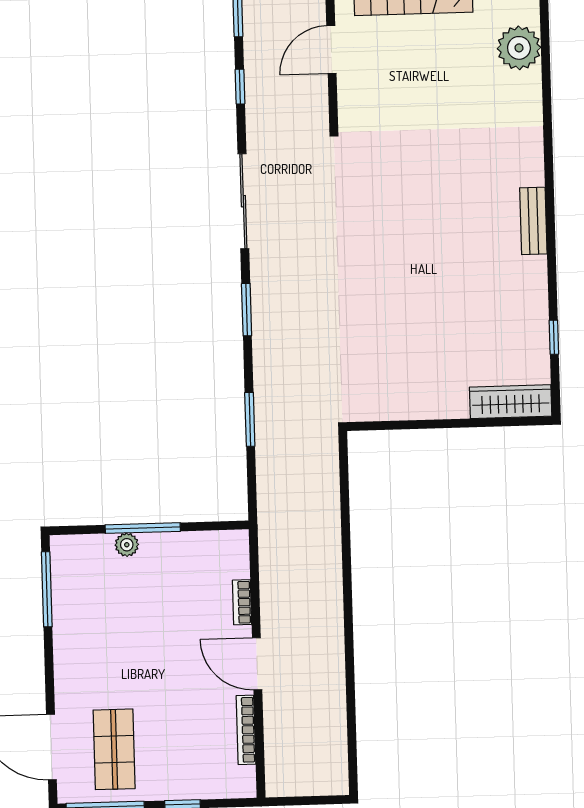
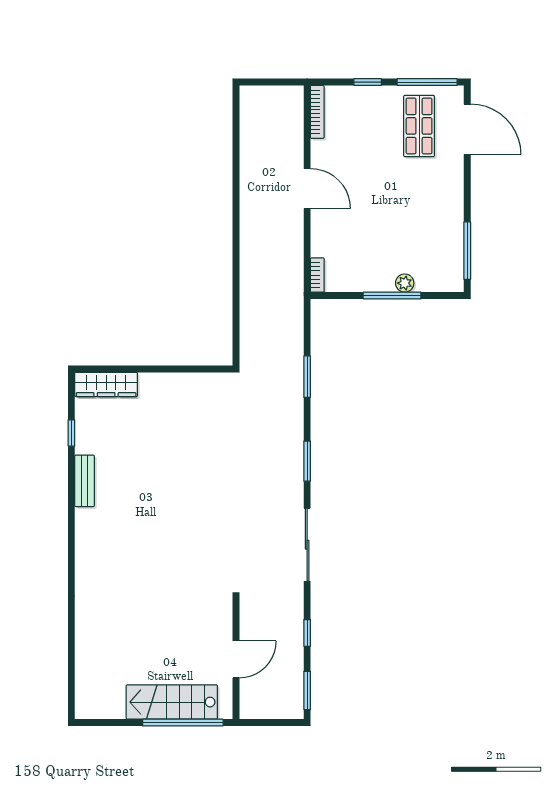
plant: (519, 48) -> (92, 656), removed
bench: (533, 221) -> (85, 481), moved
bookcase: (242, 602) -> (317, 275), moved
bookcase: (246, 730) -> (317, 112), moved

